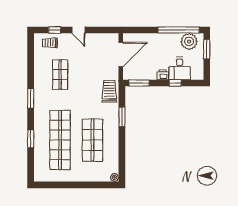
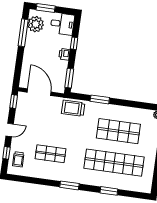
window: (108, 30) -> (14, 102), added
window: (179, 30) -> (23, 33), width x0.68
desk: (180, 68) -> (62, 24), moved

